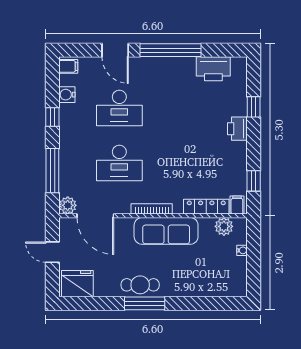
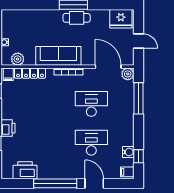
window: (52, 117) -> (138, 156), moved

